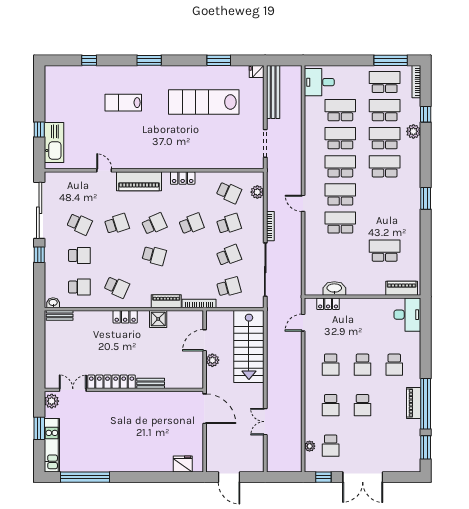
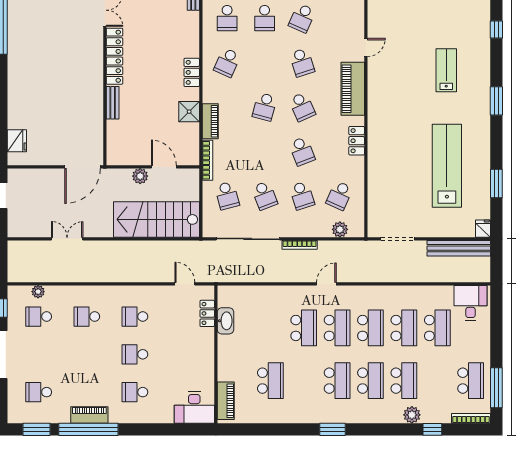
school desk: (385, 110) -> (337, 381), moved
school desk: (362, 405) -> (39, 392), moved

